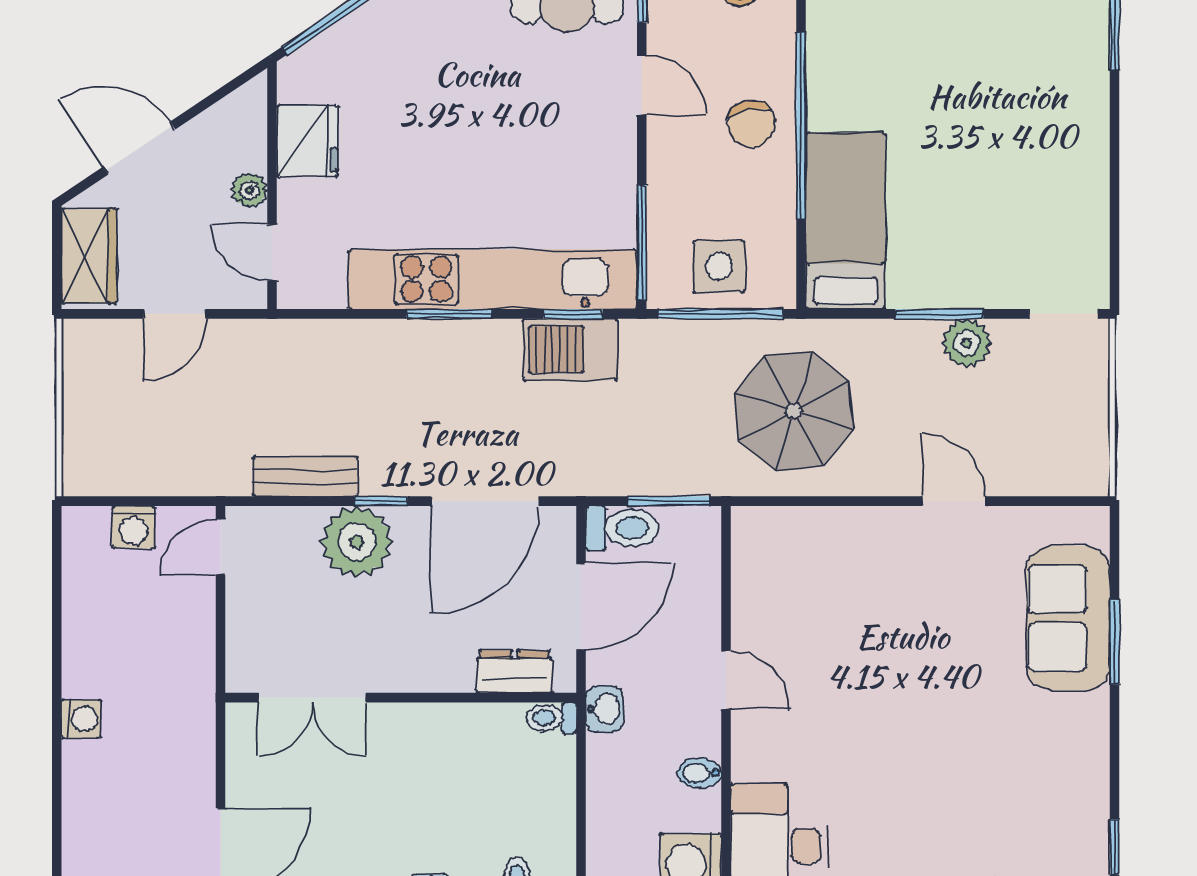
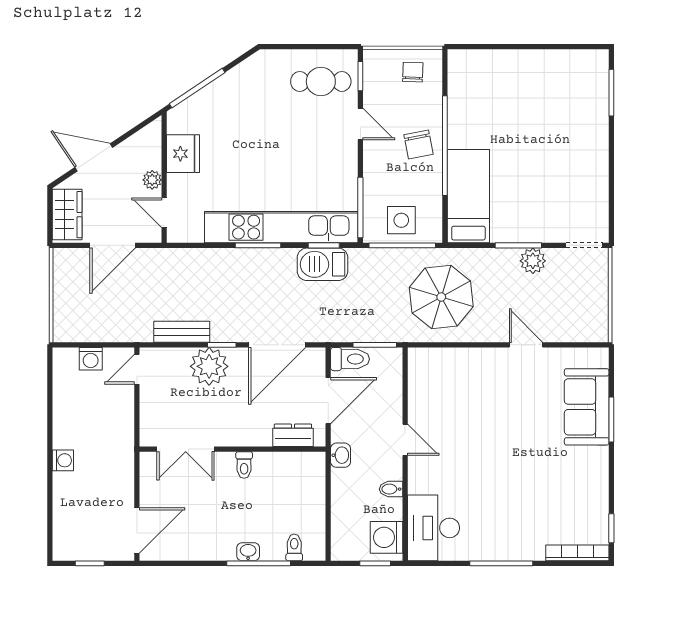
door: (175, 314) -> (113, 245), width x1.38
toilet: (551, 718) -> (244, 465), moved, turned -90

